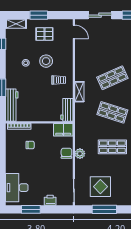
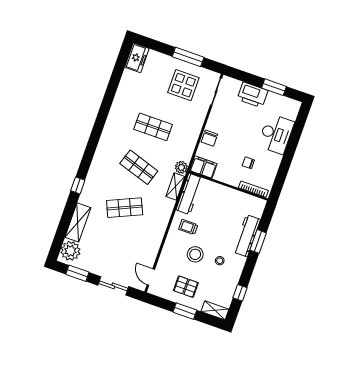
shelving: (79, 92) -> (175, 186), moved
workbench: (12, 105) -> (247, 236), moved
workbench: (67, 110) -> (189, 194), width x1.37
plant: (80, 154) -> (181, 167), moved
desk: (17, 188) -> (276, 134), moved
printer: (50, 200) -> (252, 95), width x1.87, depth x1.48

